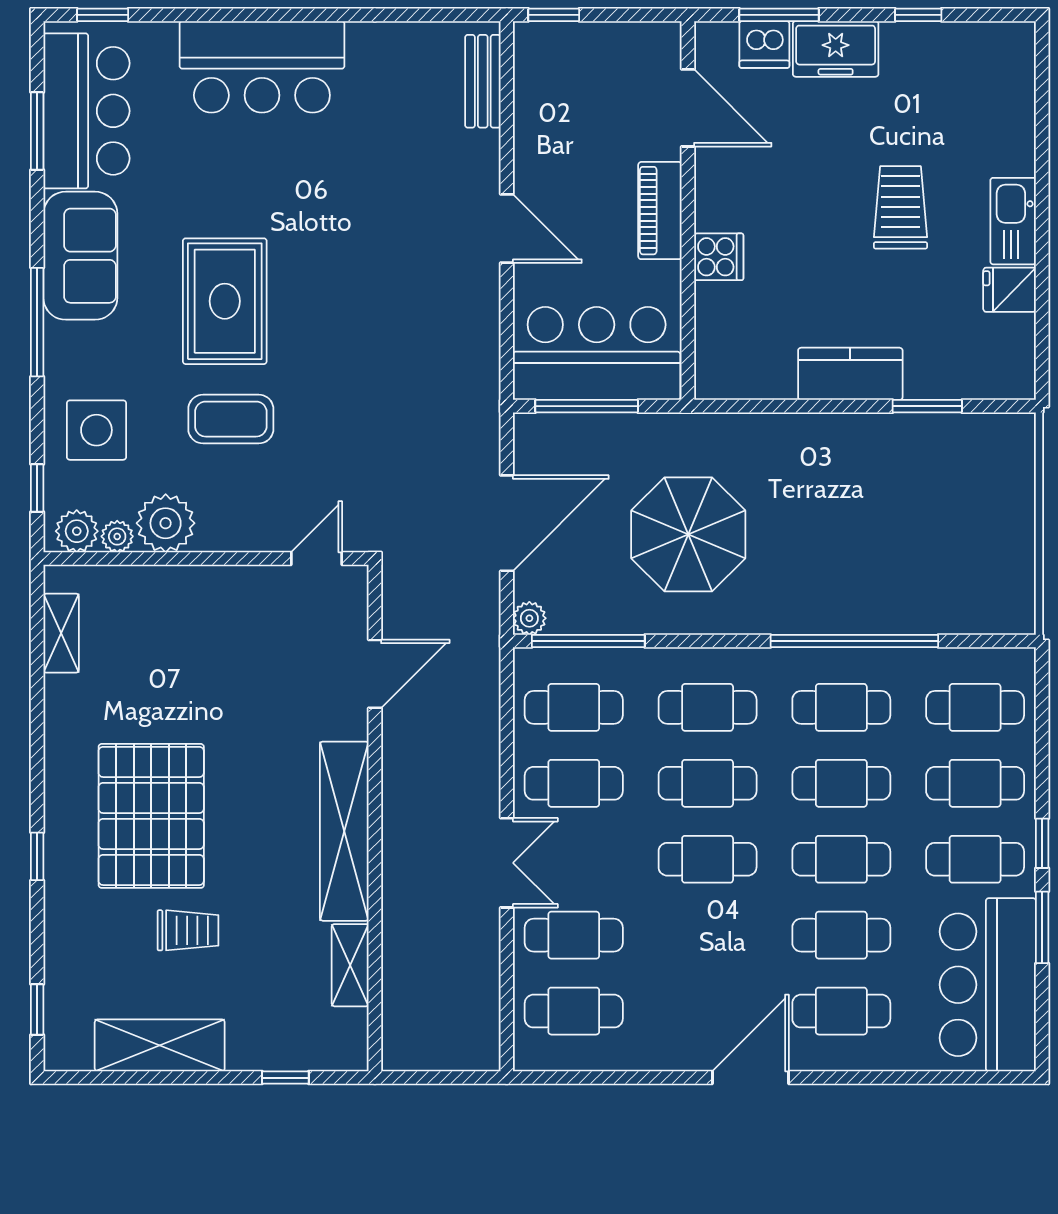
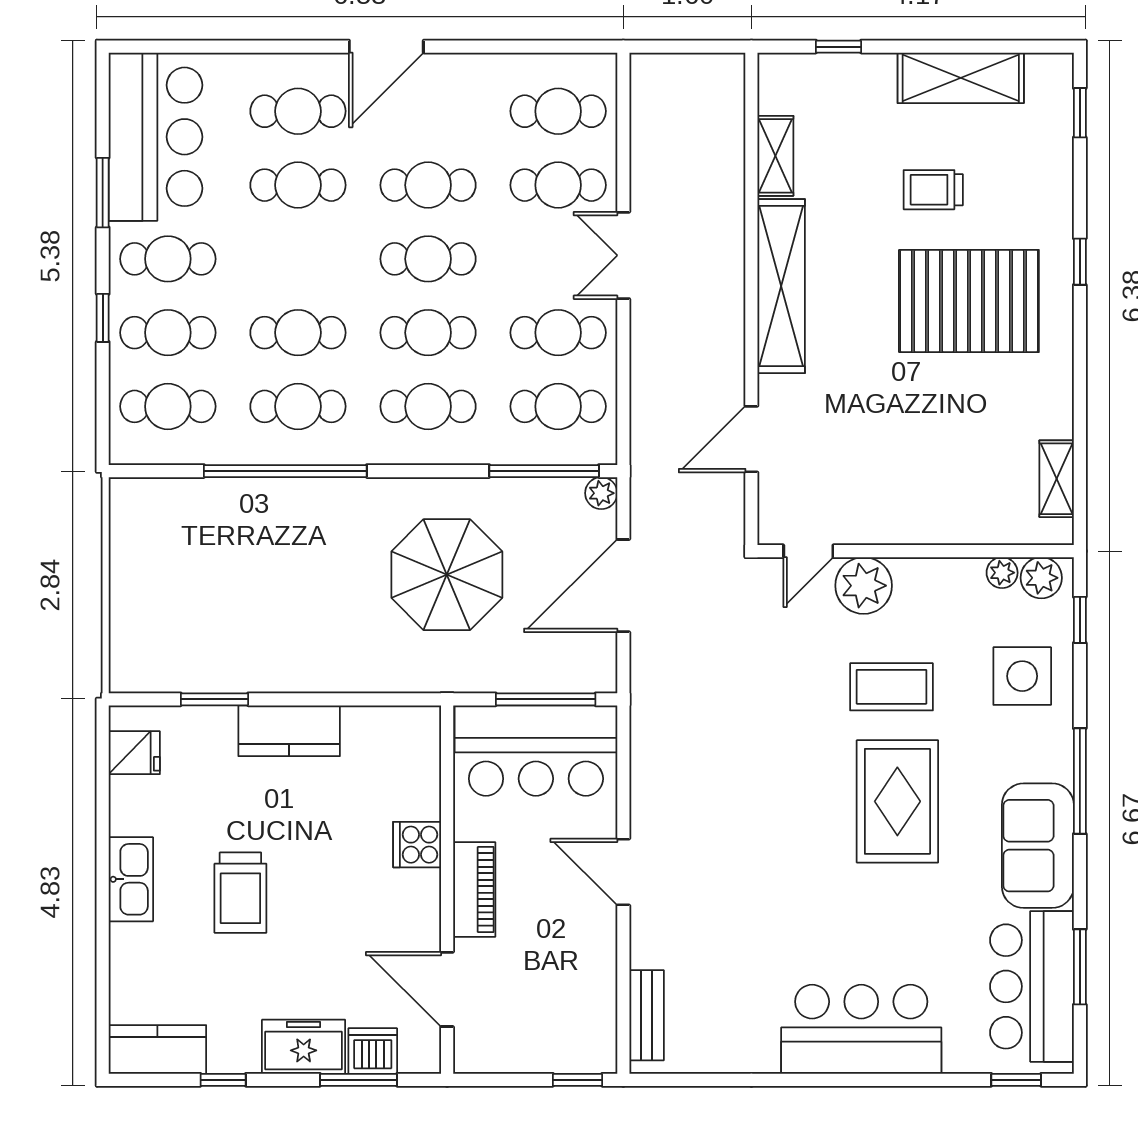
kitchen counter: (986, 46) -> (157, 1049), added
fridge: (1010, 290) -> (134, 753), moved
plant: (166, 523) -> (864, 586), moved
pallet: (151, 816) -> (969, 301), turned 90
window: (1042, 843) -> (103, 318), moved
cafe table: (841, 859) -> (428, 185), moved

